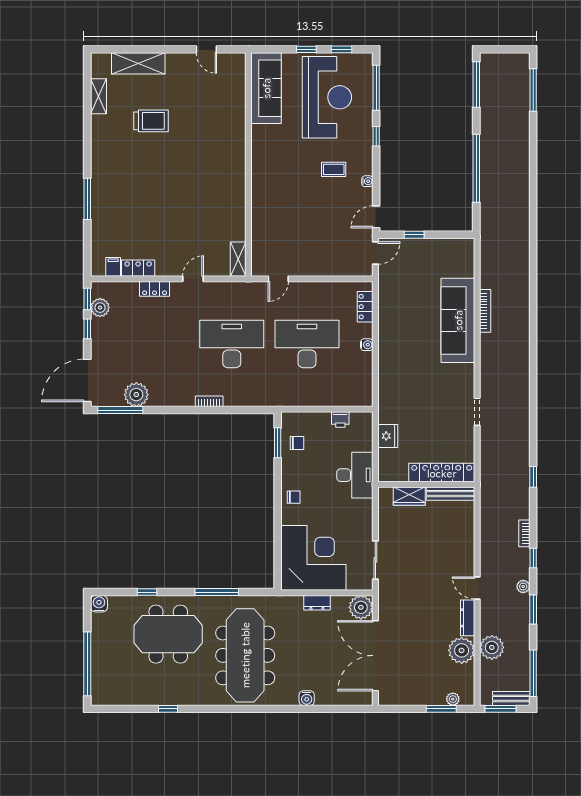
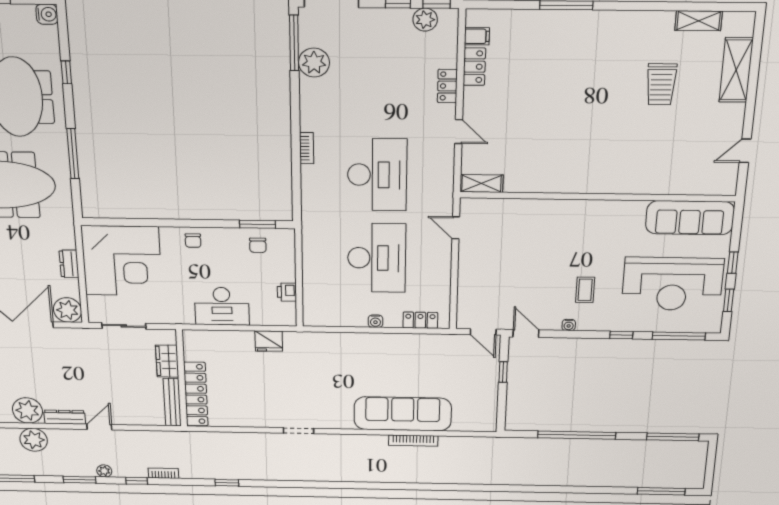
locker: (442, 473) -> (196, 394), moved
wall: (426, 484) -> (182, 378), moved
bench: (451, 494) -> (172, 402), moved
wardrobe: (409, 496) -> (167, 361), moved

